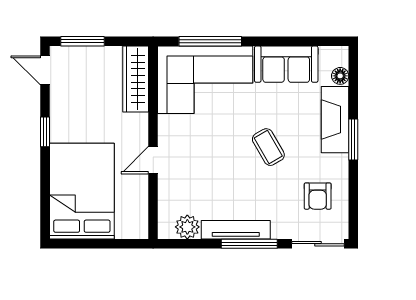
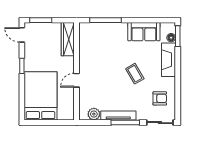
corner sofa: (205, 80) -> (103, 40), removed
window: (353, 139) -> (178, 36), moved
armchair: (318, 196) -> (160, 98), turned -90

